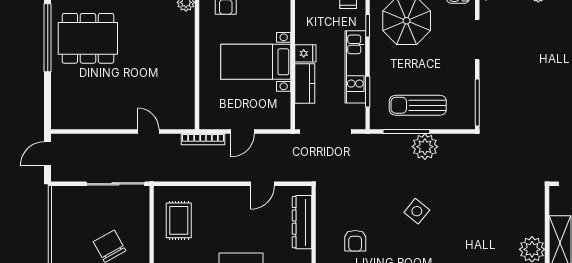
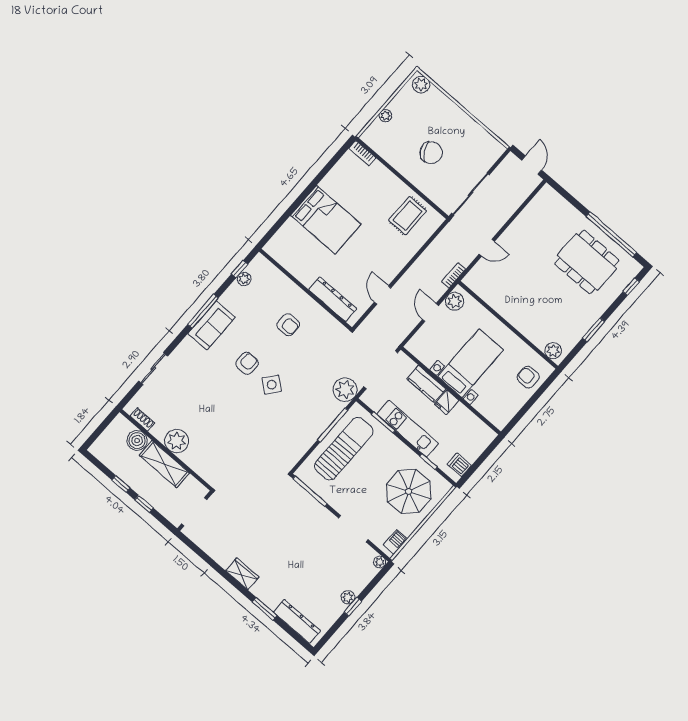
dining table: (88, 38) -> (587, 262), turned 90
sun lounger: (418, 105) -> (344, 449), width x1.36, depth x1.34
plant: (216, 120) -> (455, 301), added
bookcase: (203, 139) -> (453, 275), width x0.64
plant: (425, 147) -> (345, 390), moved
rug: (179, 220) -> (408, 216), turned 90
armchair: (355, 241) -> (288, 325), turned 180
armchair: (417, 247) -> (247, 363), added

